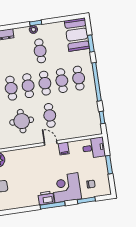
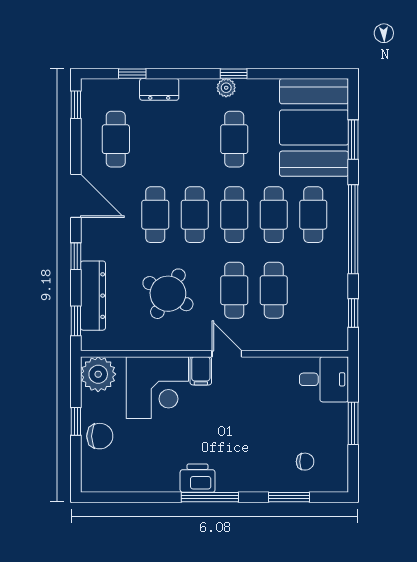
booth: (77, 35) -> (314, 127), width x1.36, depth x1.42
cafe table: (67, 113) -> (274, 290), added
round table: (22, 121) -> (168, 294), turned 30
filing cabinet: (64, 148) -> (201, 371), moved
corner desk: (66, 188) -> (157, 388), moved, turned 180

